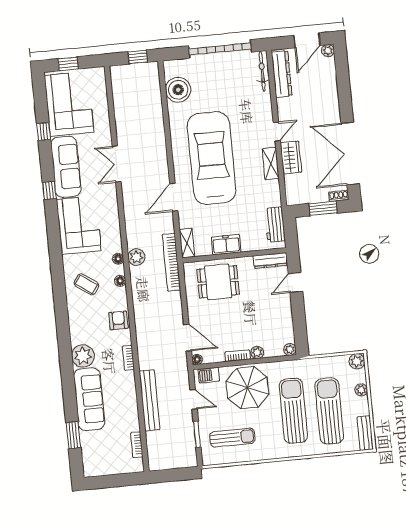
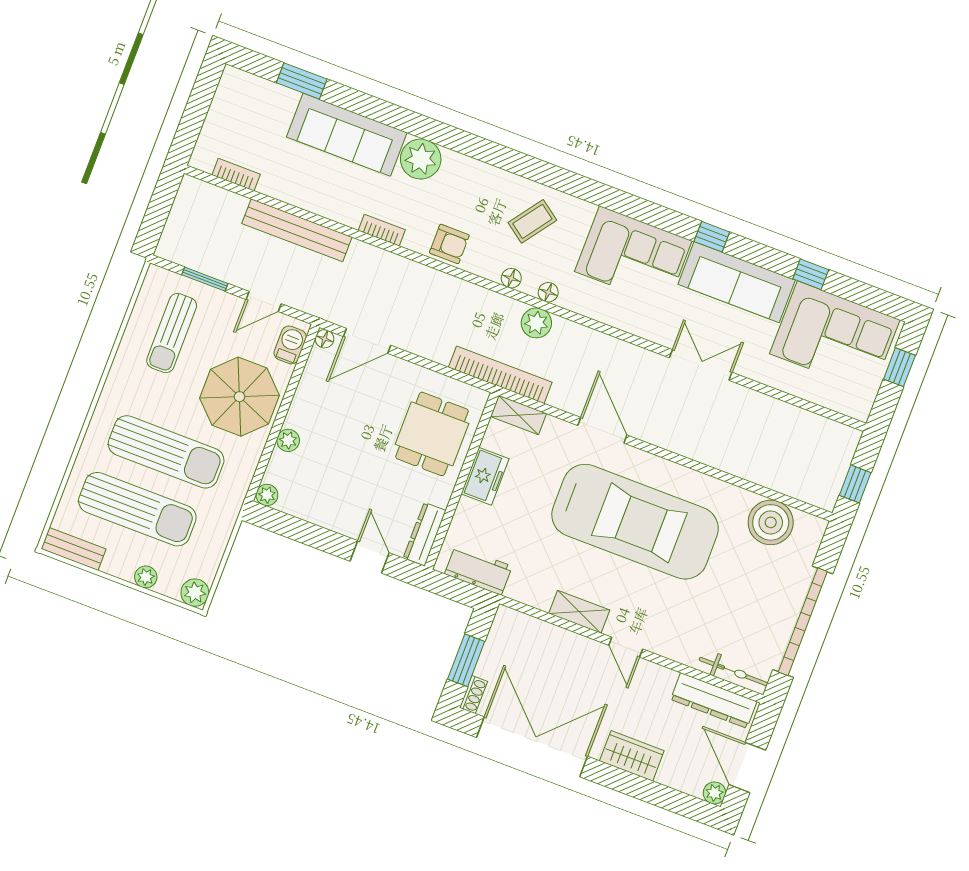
wardrobe: (291, 157) -> (632, 756), moved, turned 180
bookcase: (238, 356) -> (298, 406), removed

